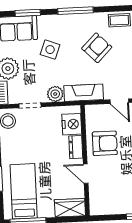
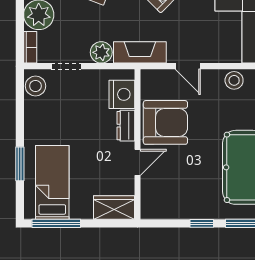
armchair: (105, 143) -> (165, 122), width x1.36, depth x1.36
door: (86, 174) -> (138, 162), swing flipped

